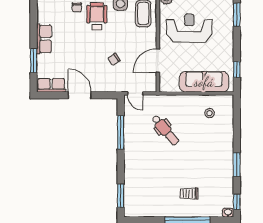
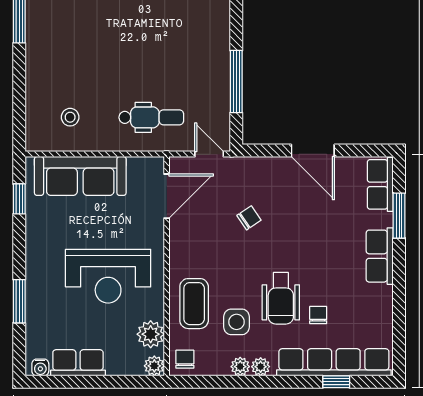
door: (158, 61) -> (167, 196), moved
row of seats: (51, 85) -> (380, 184), moved, turned 90
dental chair: (165, 130) -> (151, 117), moved, turned 130

